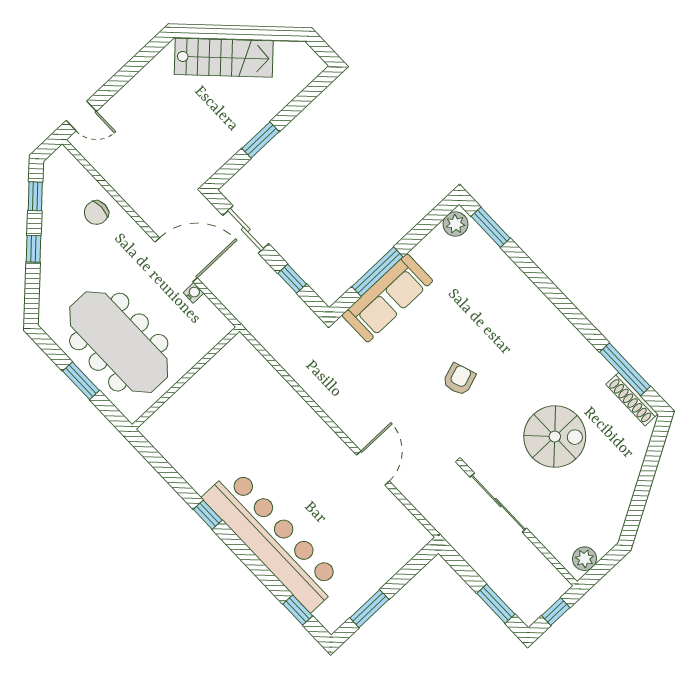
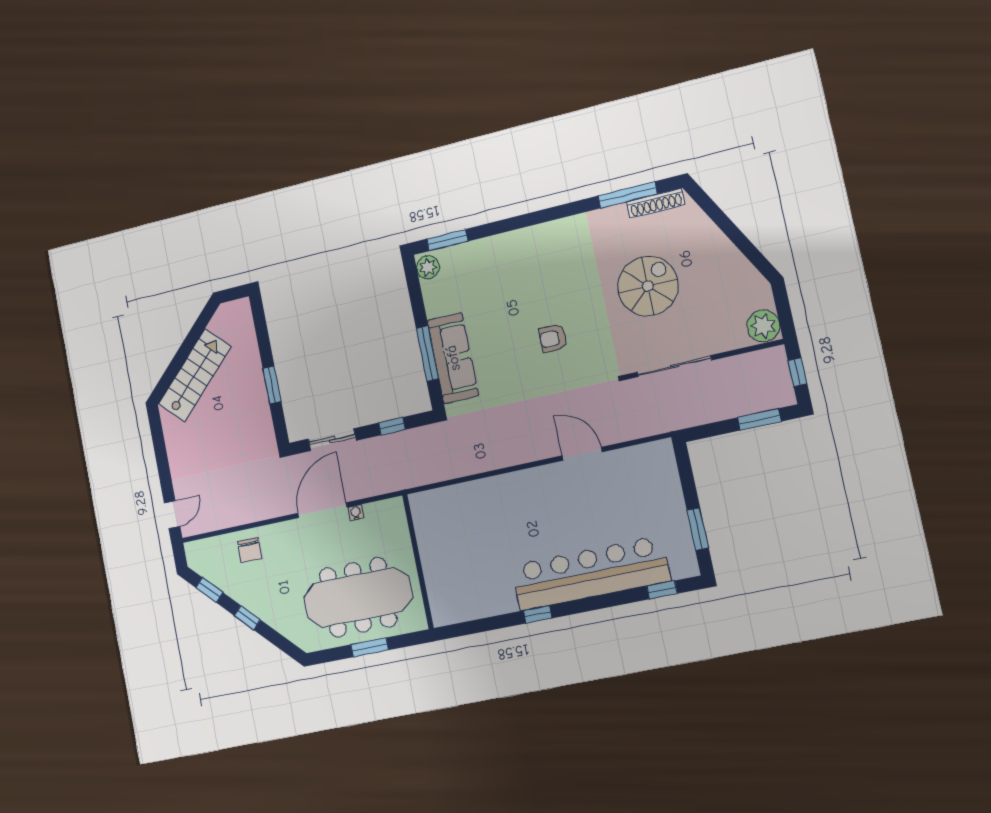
armchair: (459, 379) -> (553, 338), turned -71
plant: (585, 559) -> (763, 326), width x1.36, depth x1.36

